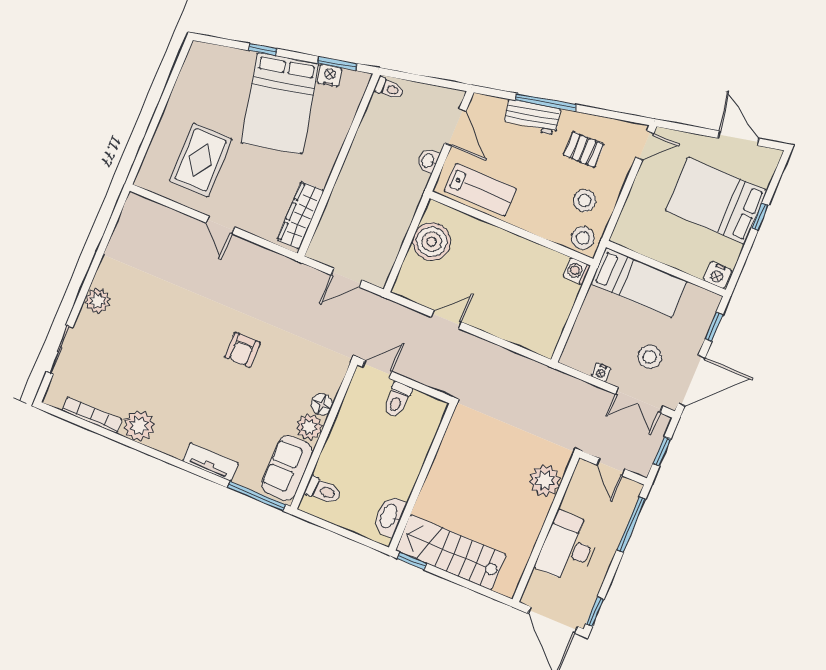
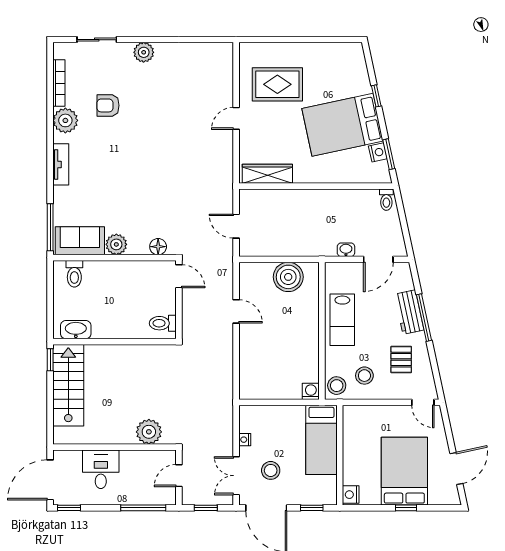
lab bench: (480, 190) -> (342, 320), moved
armchair: (242, 350) -> (108, 105), moved
toilet: (397, 400) -> (163, 323), moved
floor lamp: (322, 404) -> (158, 247), moved
tv unit: (210, 462) -> (61, 164), moved
desk: (568, 548) -> (101, 469), width x0.73

